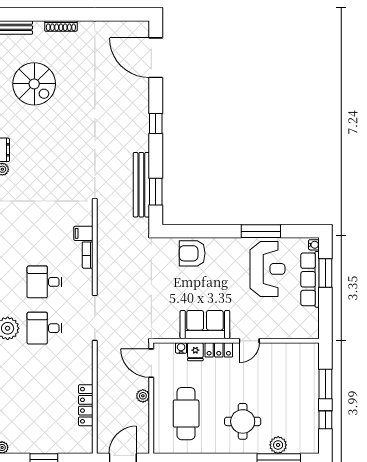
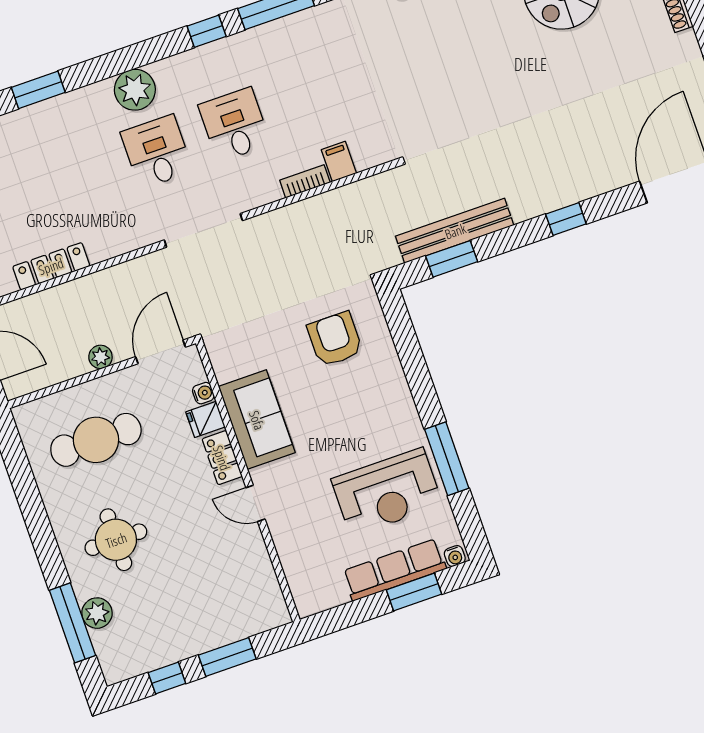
armchair: (192, 253) -> (335, 339), moved

